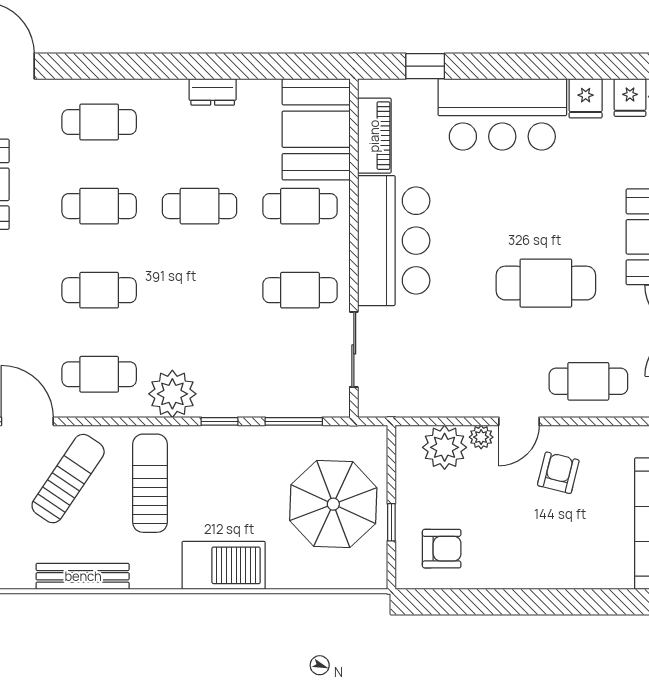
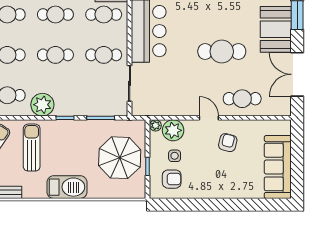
cafe table: (200, 290) -> (55, 55), added
door: (519, 421) -> (209, 118), swing flipped
plant: (481, 437) -> (156, 125), moved
side table: (448, 500) -> (175, 156), added

